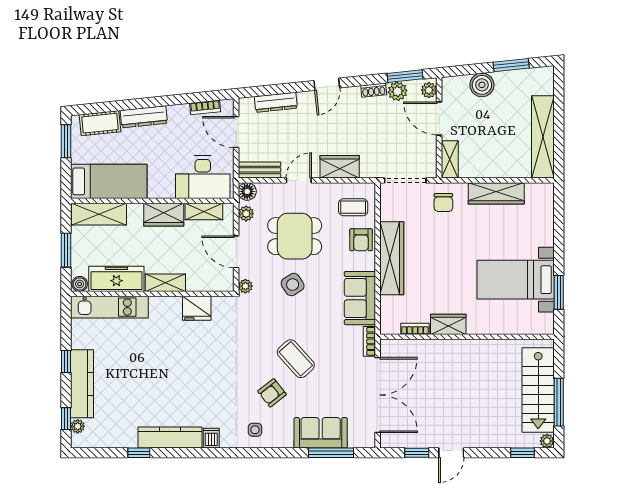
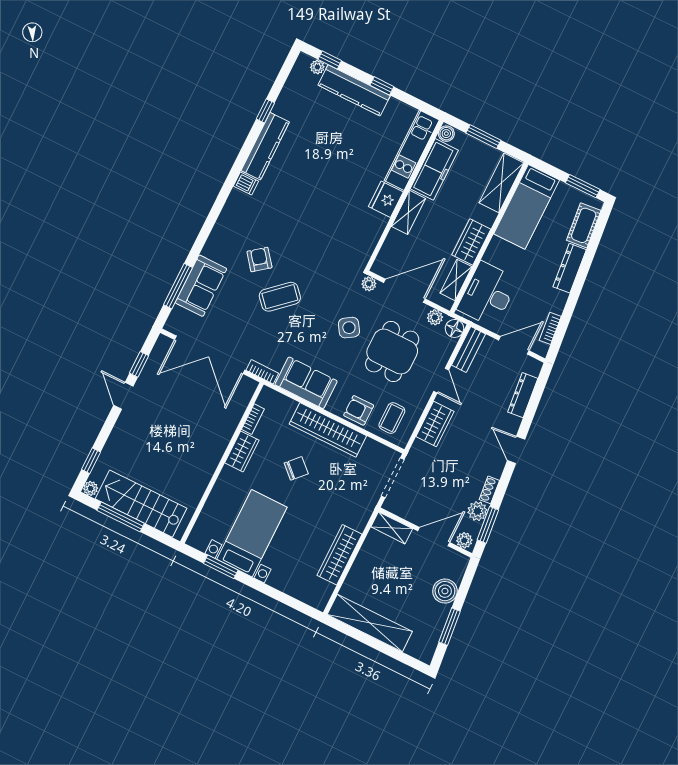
chair: (443, 203) -> (296, 468), moved, turned 133
door: (236, 252) -> (404, 291), width x1.36
fridge: (197, 308) -> (386, 199), moved
side table: (255, 430) -> (234, 227), removed

